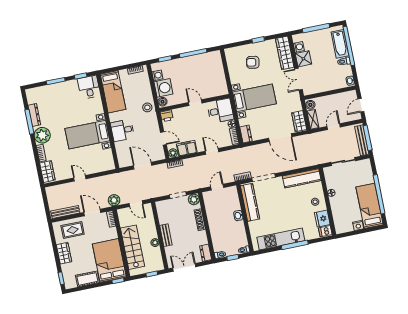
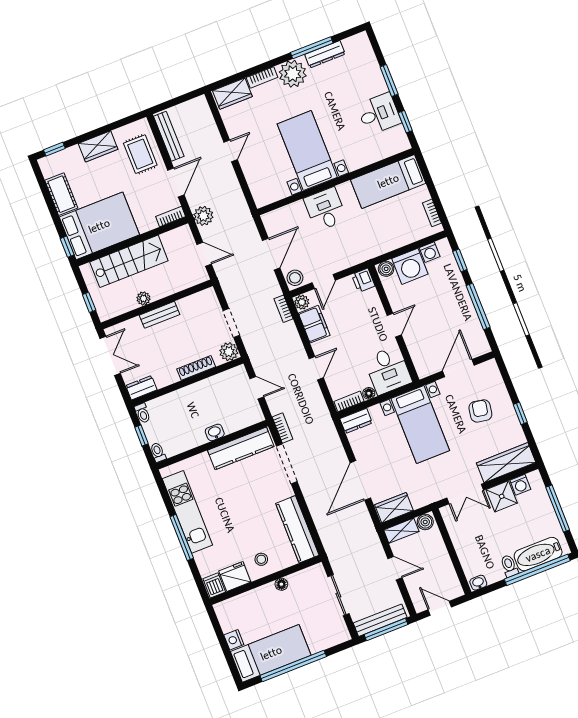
door: (226, 71) -> (458, 368), added
double door: (298, 79) -> (465, 494), swing flipped
desk: (89, 87) -> (379, 114), moved
stool: (147, 107) -> (295, 278), moved
door: (136, 204) -> (204, 254), swing flipped

